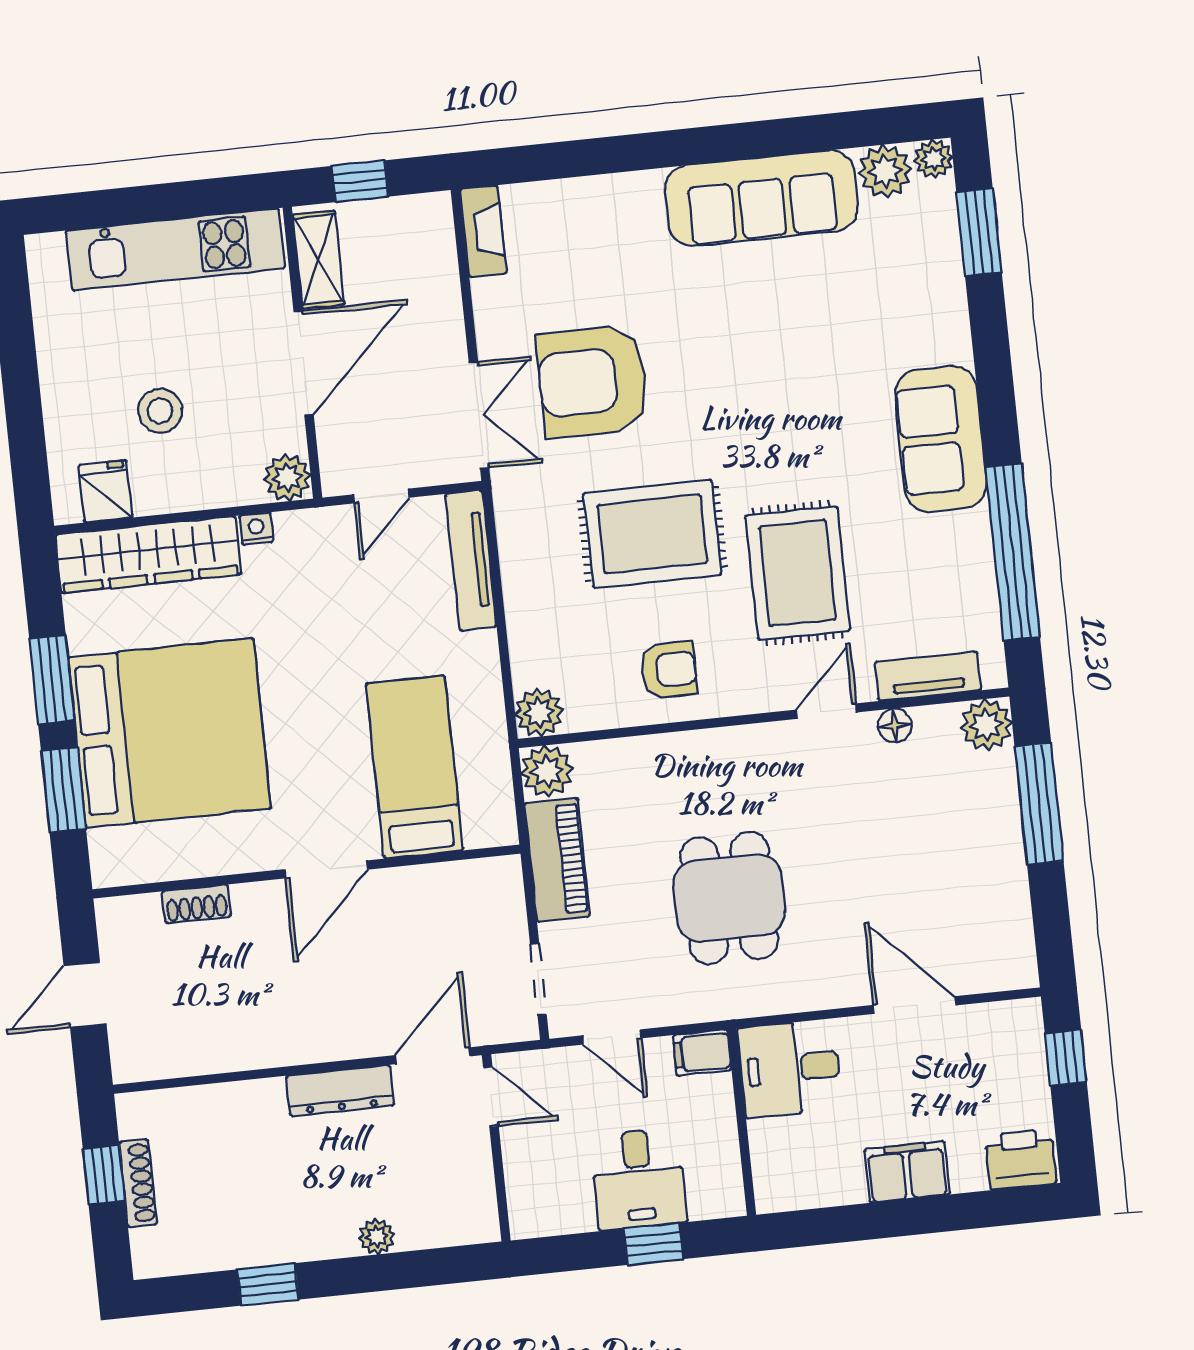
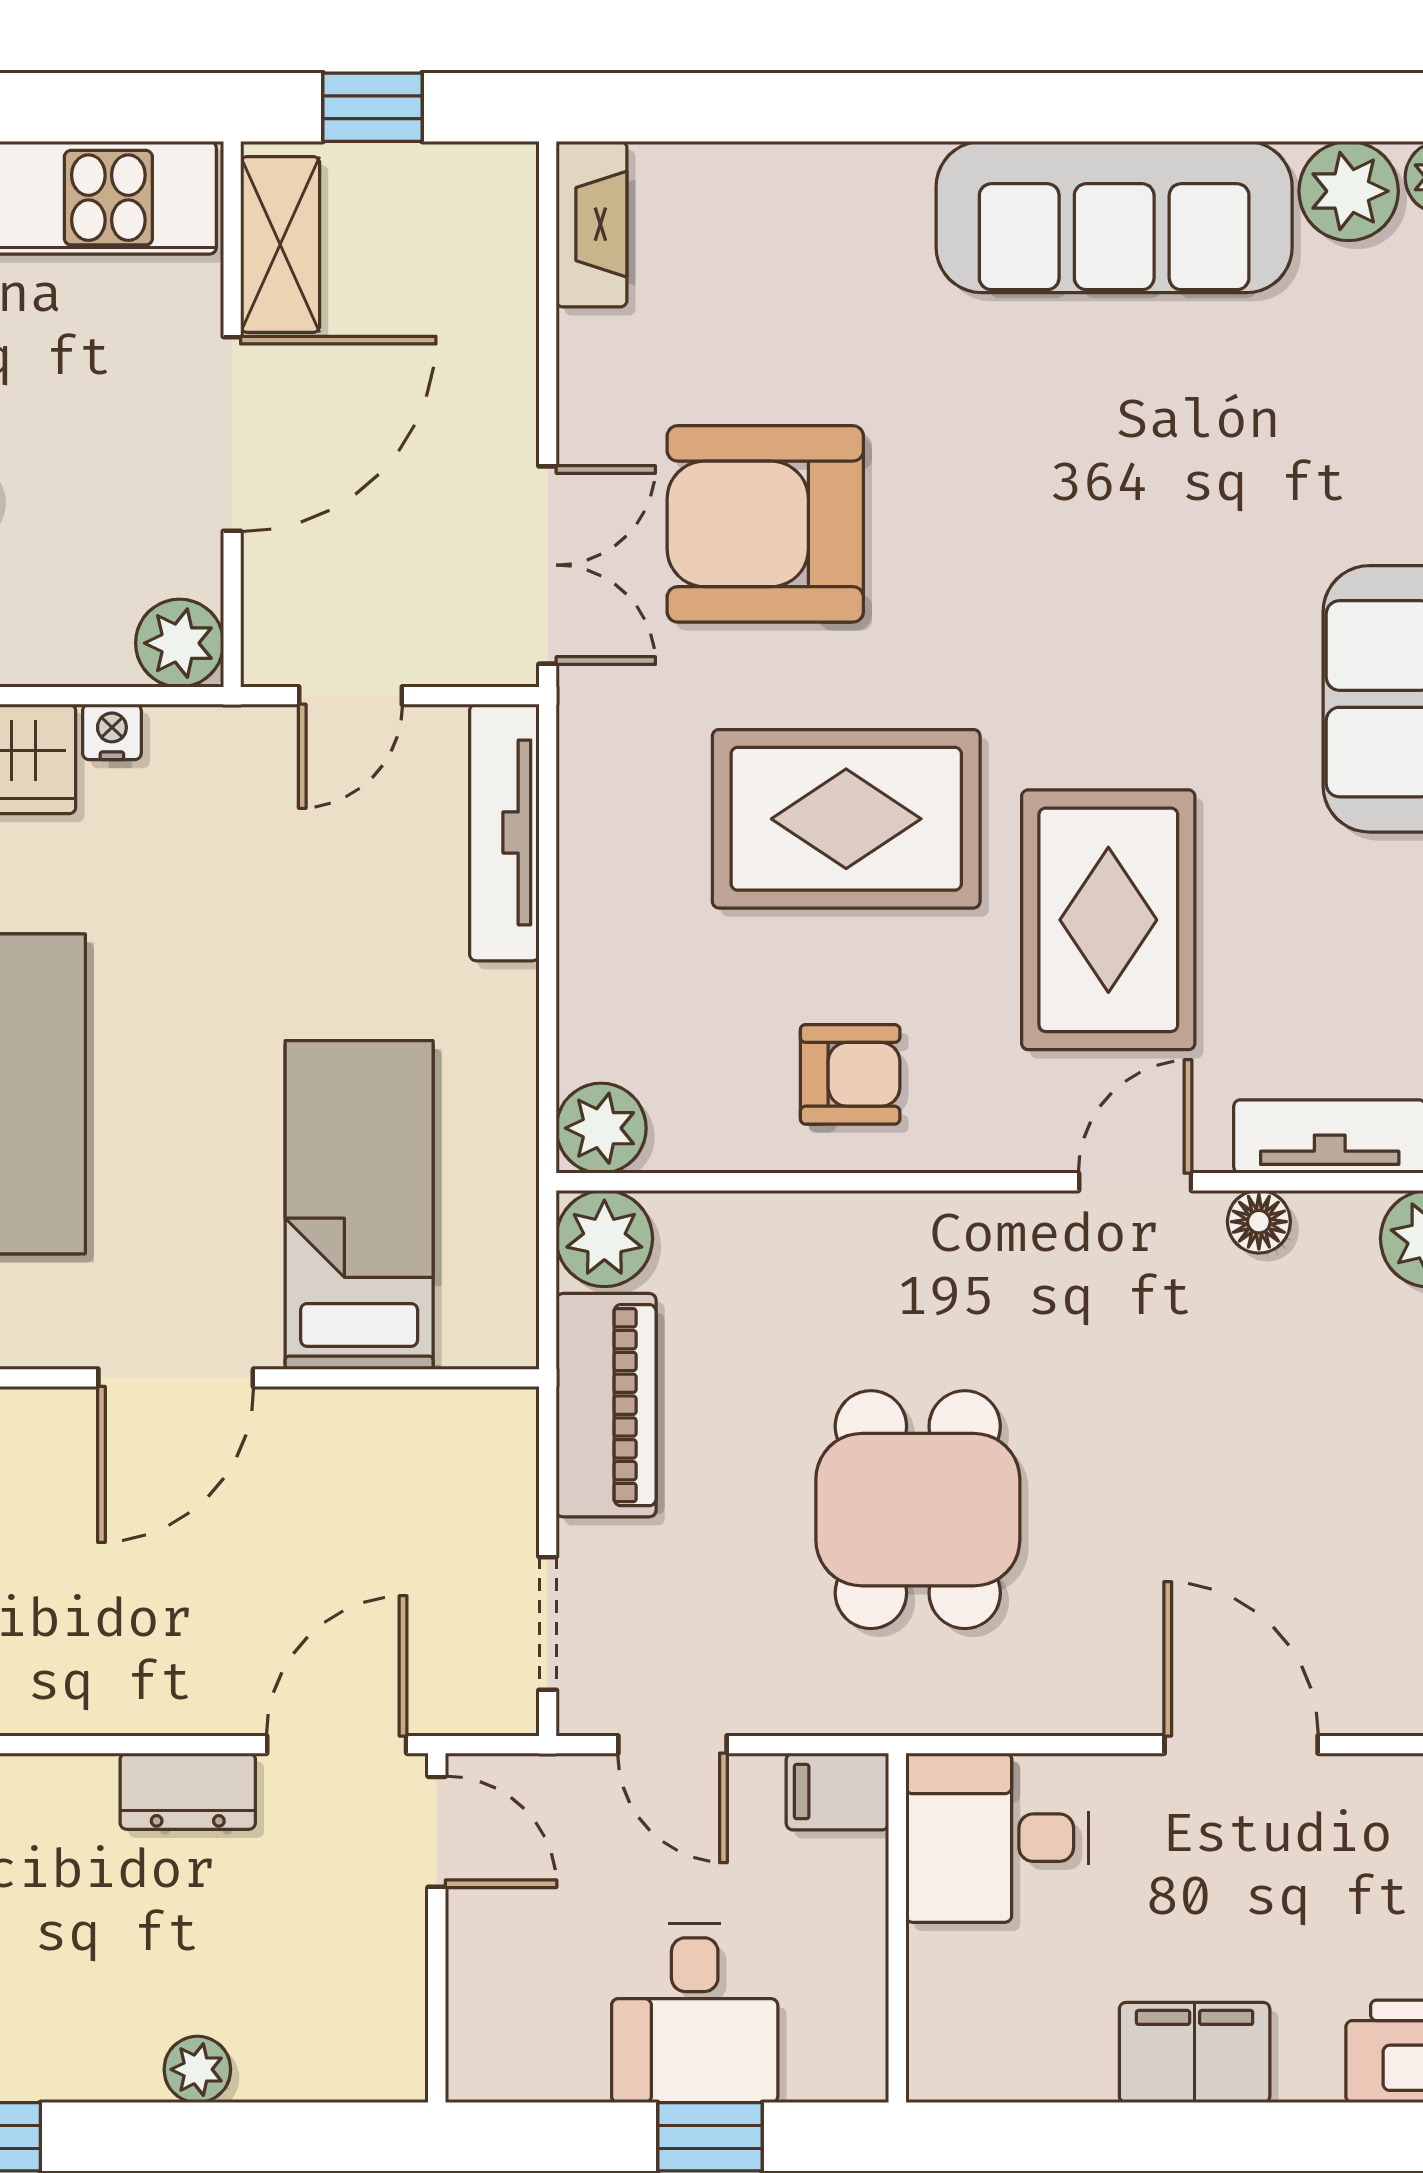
dresser: (340, 1091) -> (188, 1791), width x0.70

